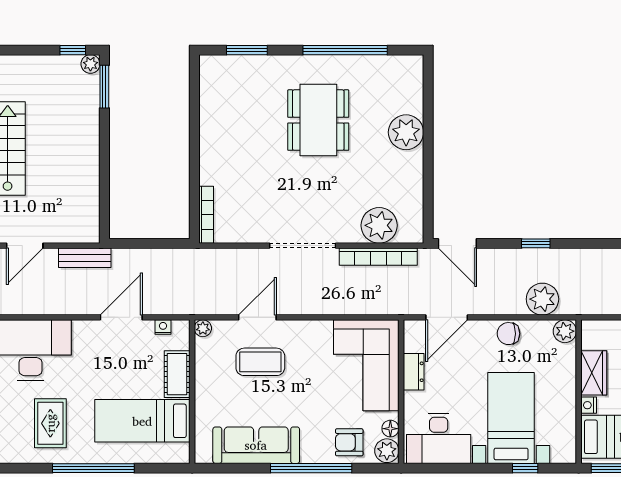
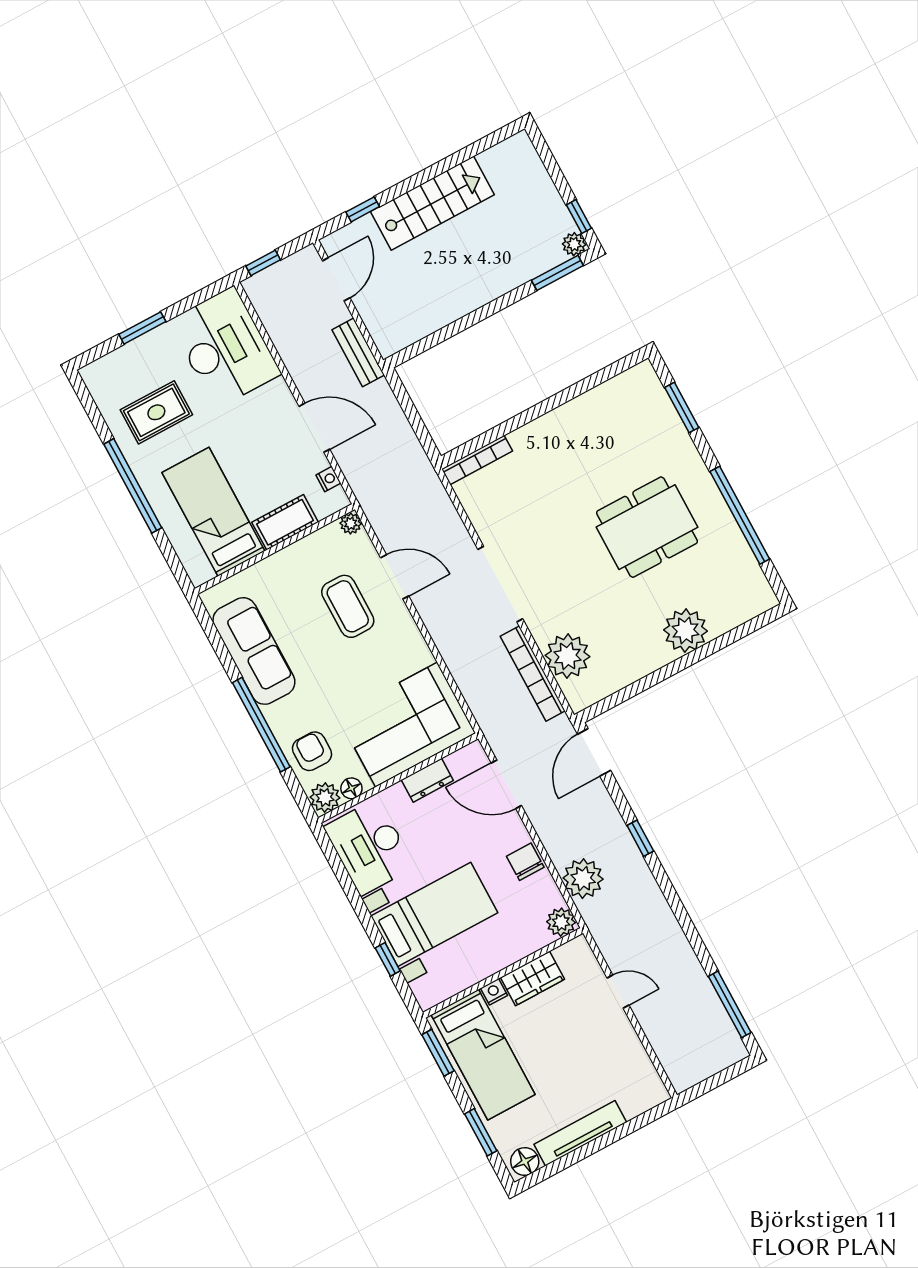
door: (25, 246) -> (336, 279), swing flipped

